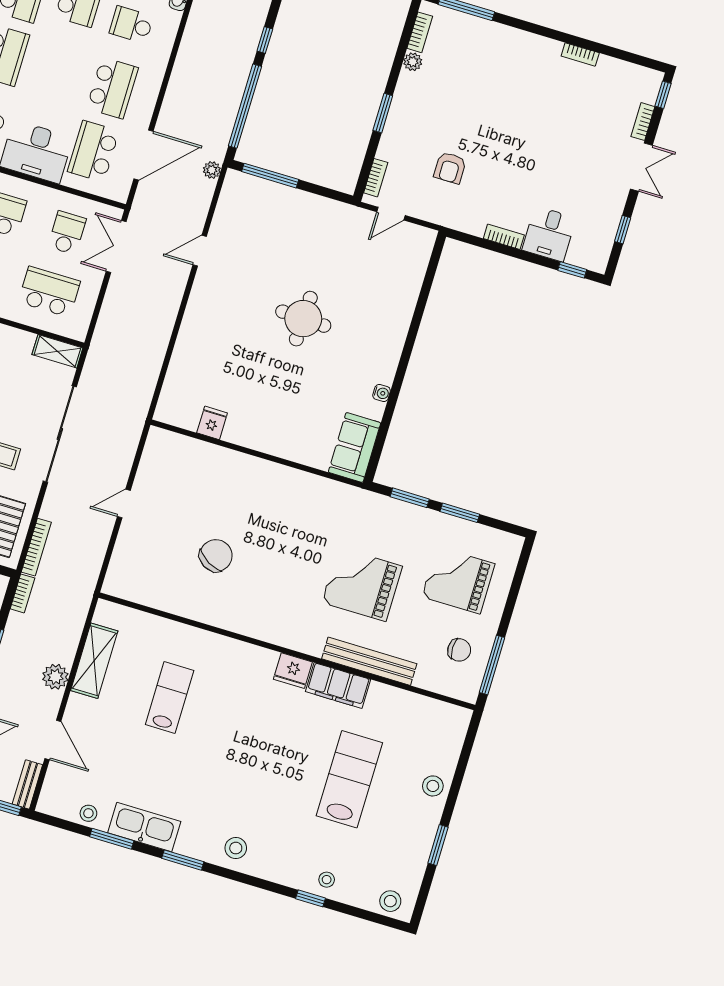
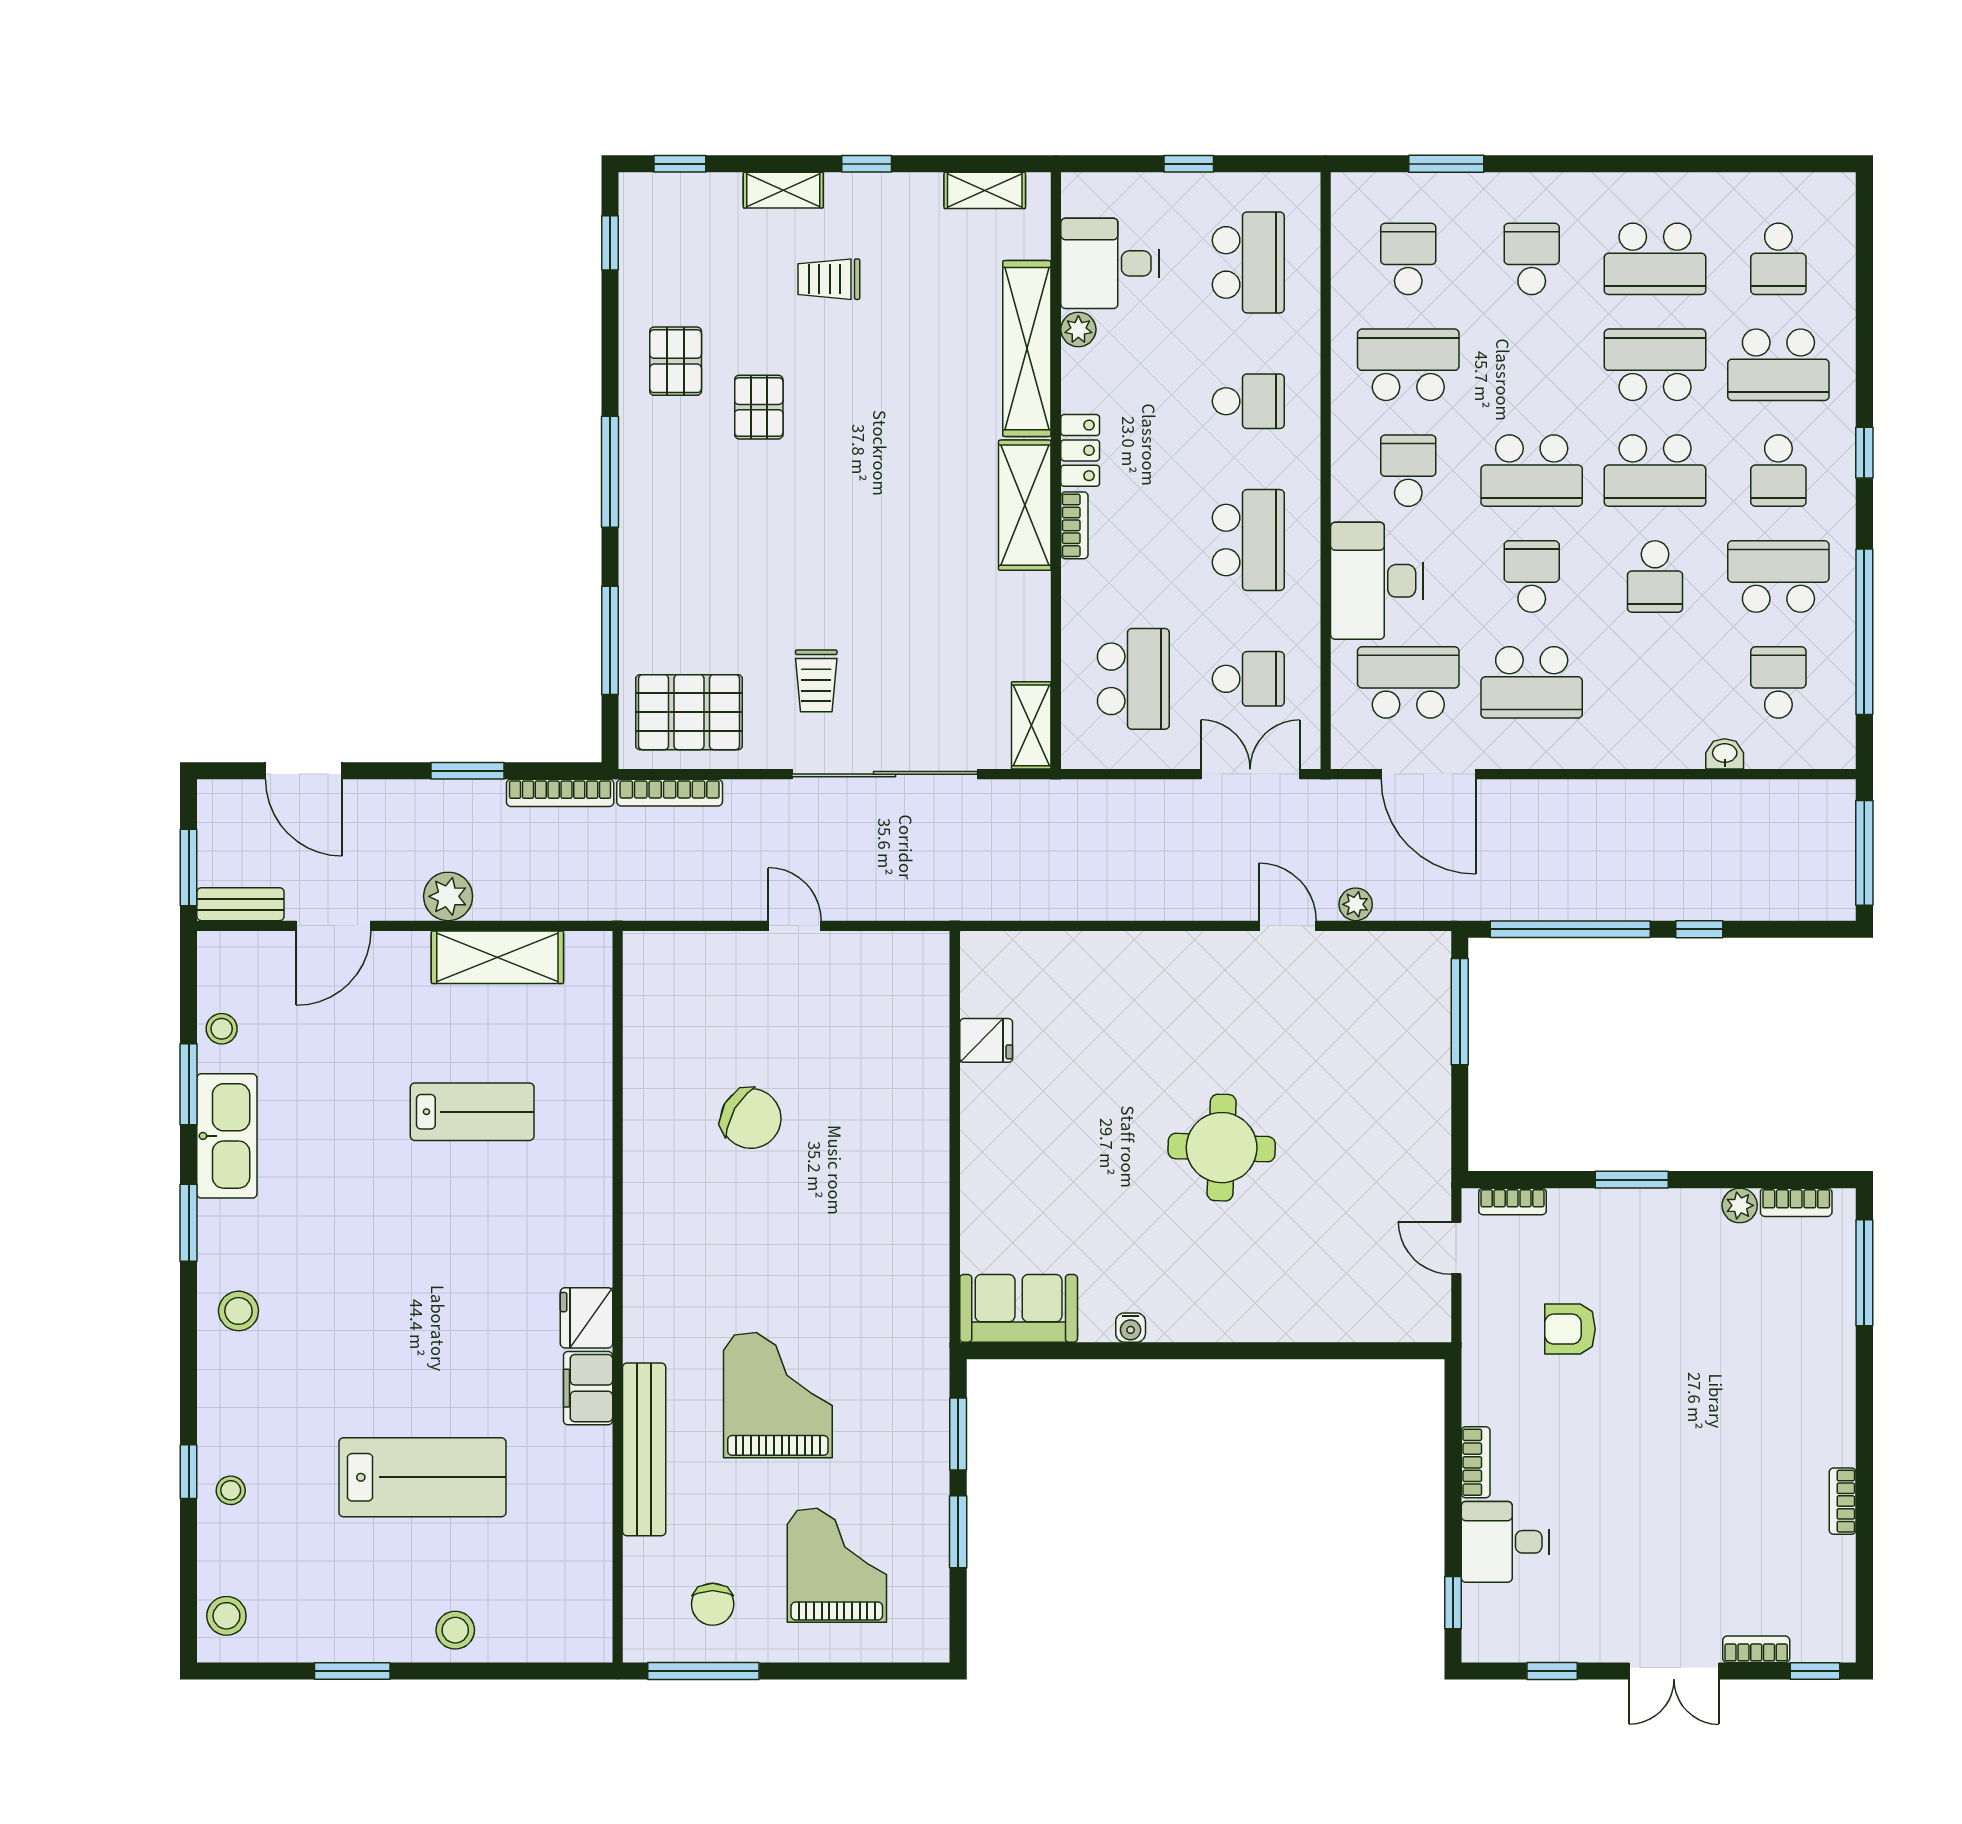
school desk: (131, 25) -> (1532, 577), moved
plant: (212, 170) -> (1356, 904), moved
bookcase: (22, 593) -> (560, 793), width x1.56
filing cabinet: (338, 686) -> (588, 1388), width x0.67, depth x0.86

